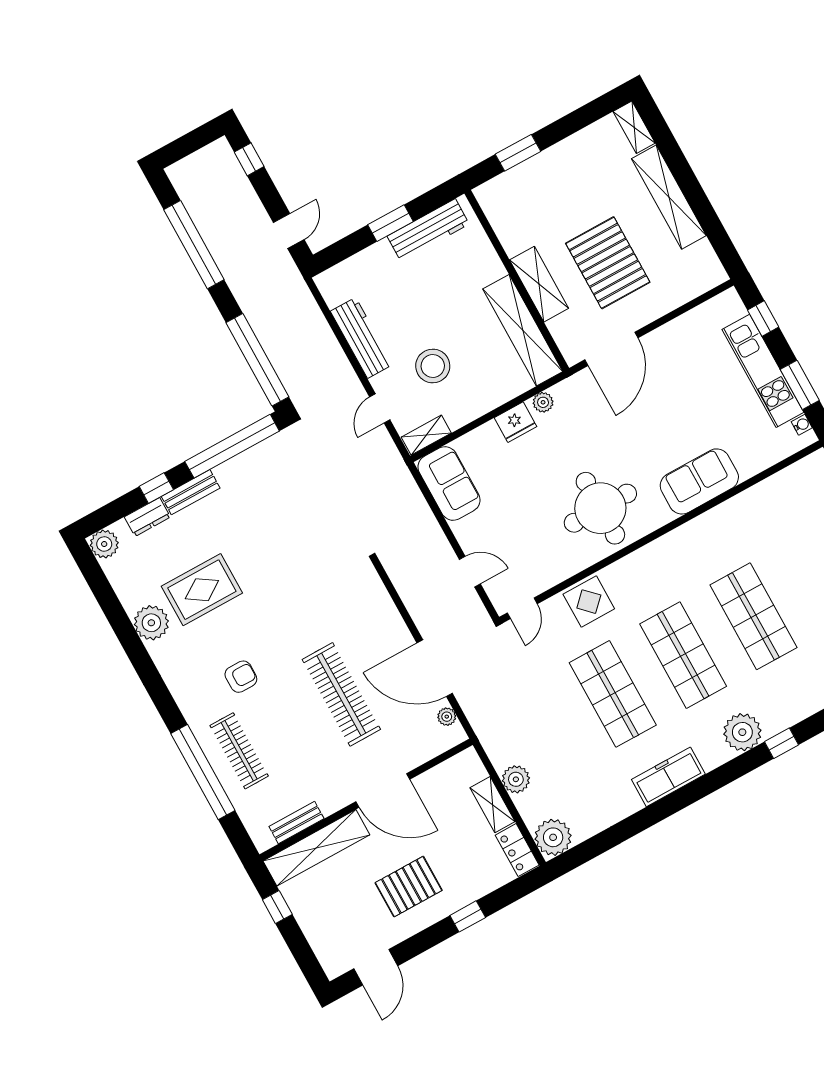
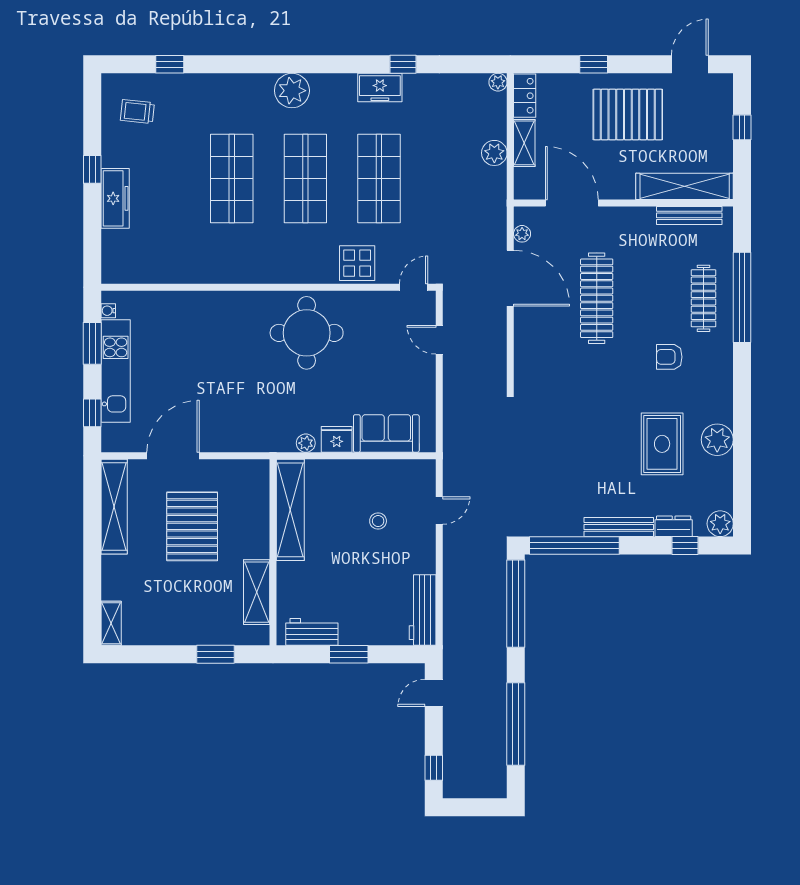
shelving: (669, 197) -> (114, 507), moved
workbench: (428, 230) -> (312, 632), width x0.73
shelving: (539, 284) -> (257, 592), moved
workbench: (362, 338) -> (423, 610), moved
door: (611, 349) -> (173, 456), moved
stool: (433, 366) -> (378, 521), width x0.53, depth x0.53
shelving: (426, 435) -> (414, 469), removed
sofa: (699, 481) -> (216, 311), removed
sofa: (449, 483) -> (386, 433), moved, turned 90
window: (156, 488) -> (685, 546), moved
bench: (191, 492) -> (619, 527), width x1.36
rug: (202, 590) -> (662, 444), turned 90
window: (781, 743) -> (403, 64), moved
freezer: (668, 777) -> (380, 88), width x0.71
door: (383, 790) -> (572, 203), moved
bench: (296, 823) -> (689, 215), width x1.36
plant: (553, 837) -> (498, 82), width x0.53, depth x0.53
pallet: (409, 887) -> (628, 114), width x1.37, depth x1.41
window: (277, 907) -> (742, 127), moved

